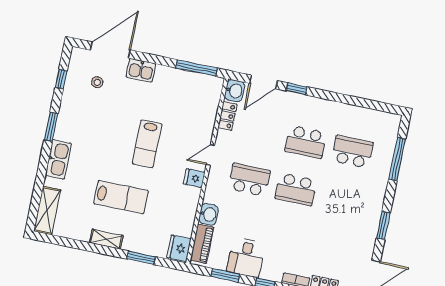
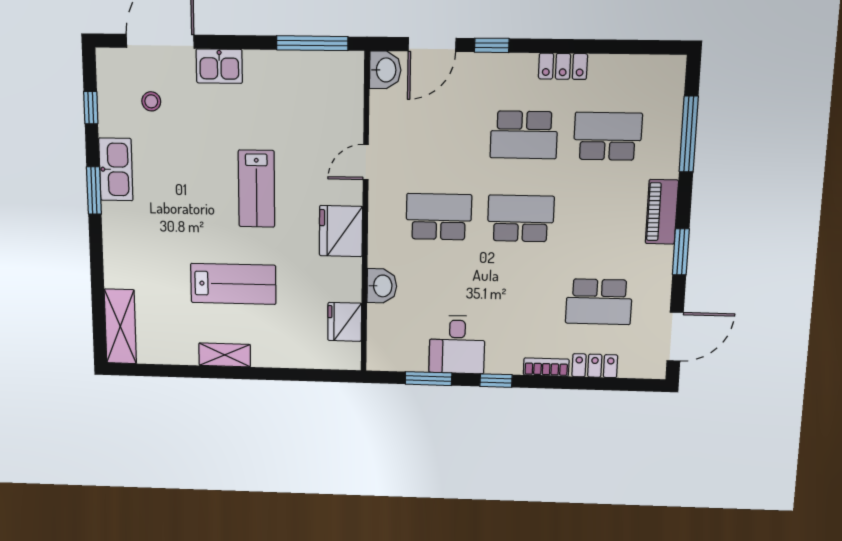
locker: (227, 116) -> (563, 66), moved, turned 90
door: (210, 155) -> (366, 162), moved
kitchen sink: (58, 159) -> (116, 169), moved
fridge: (194, 178) -> (341, 231), width x1.88, depth x1.34
school desk: (296, 189) -> (521, 218), turned 180
piano: (202, 244) -> (662, 212), moved, turned 180
school desk: (332, 247) -> (599, 302), added
fridge: (179, 248) -> (345, 322), moved
window: (141, 258) -> (287, 374), removed

